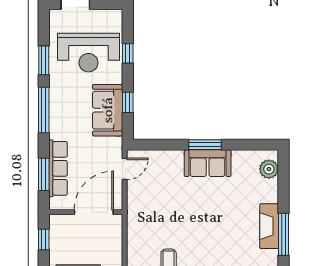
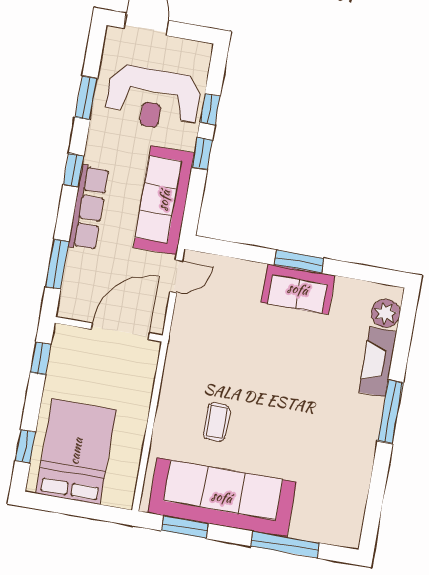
window: (128, 102) -> (202, 153), moved
window: (44, 110) -> (74, 170), width x0.46
sofa: (108, 110) -> (164, 200), width x1.36
row of seats: (58, 168) -> (88, 208), moved
fireplace: (269, 226) -> (378, 362), moved

